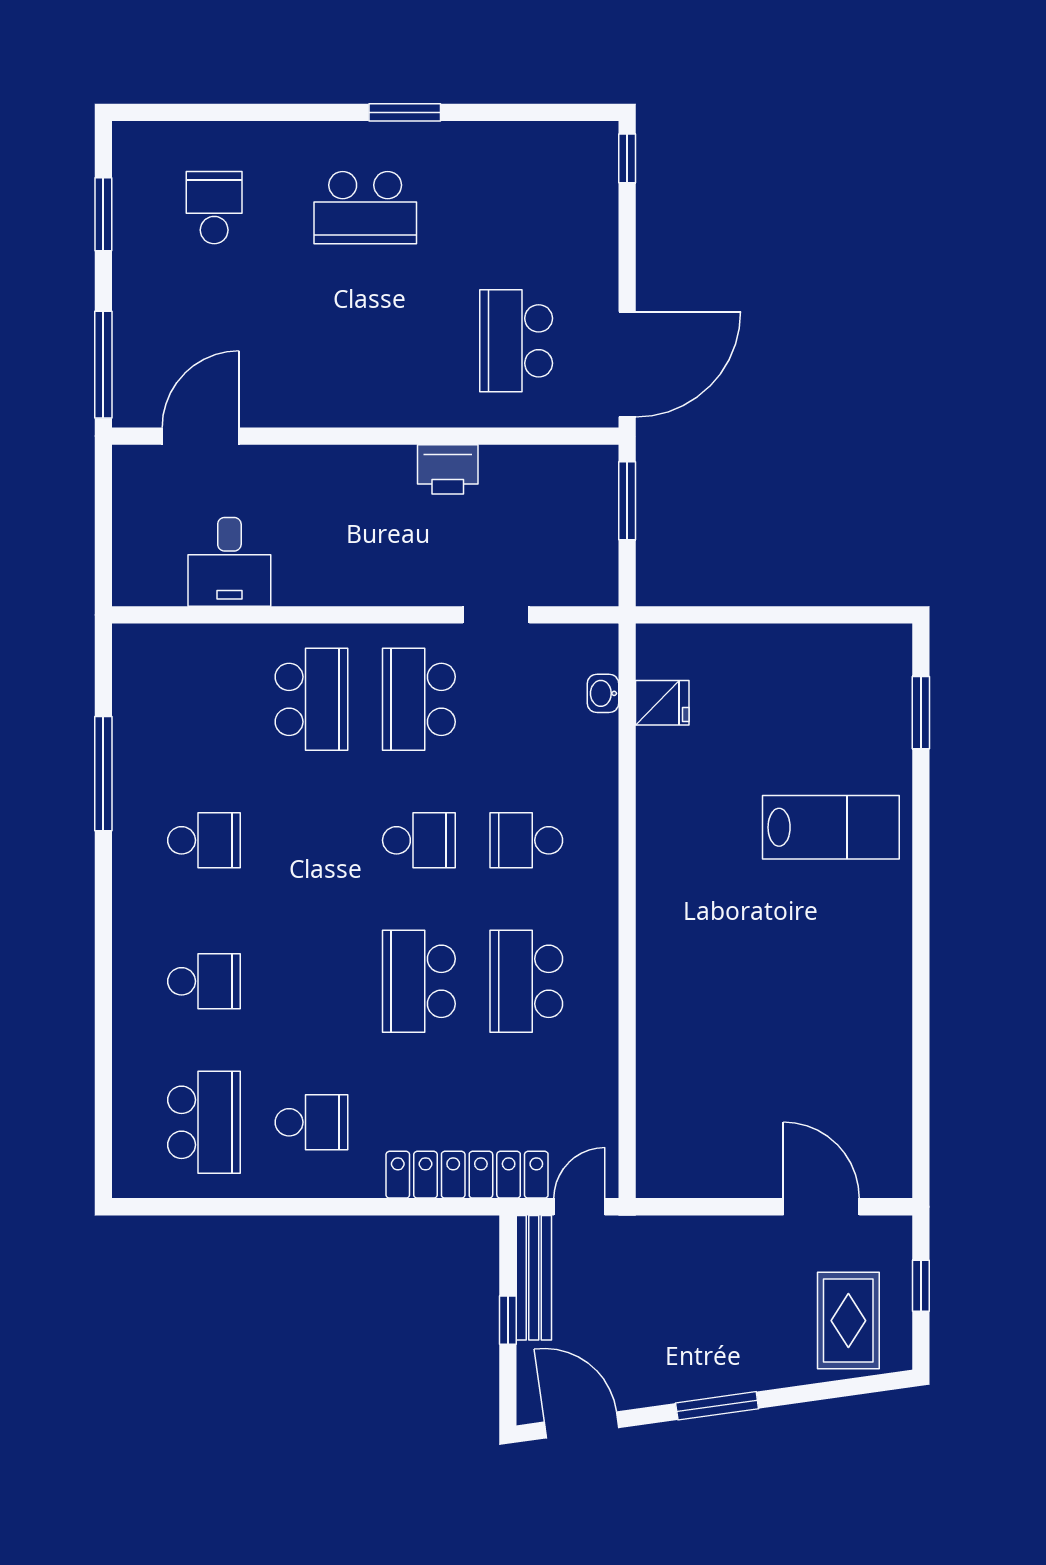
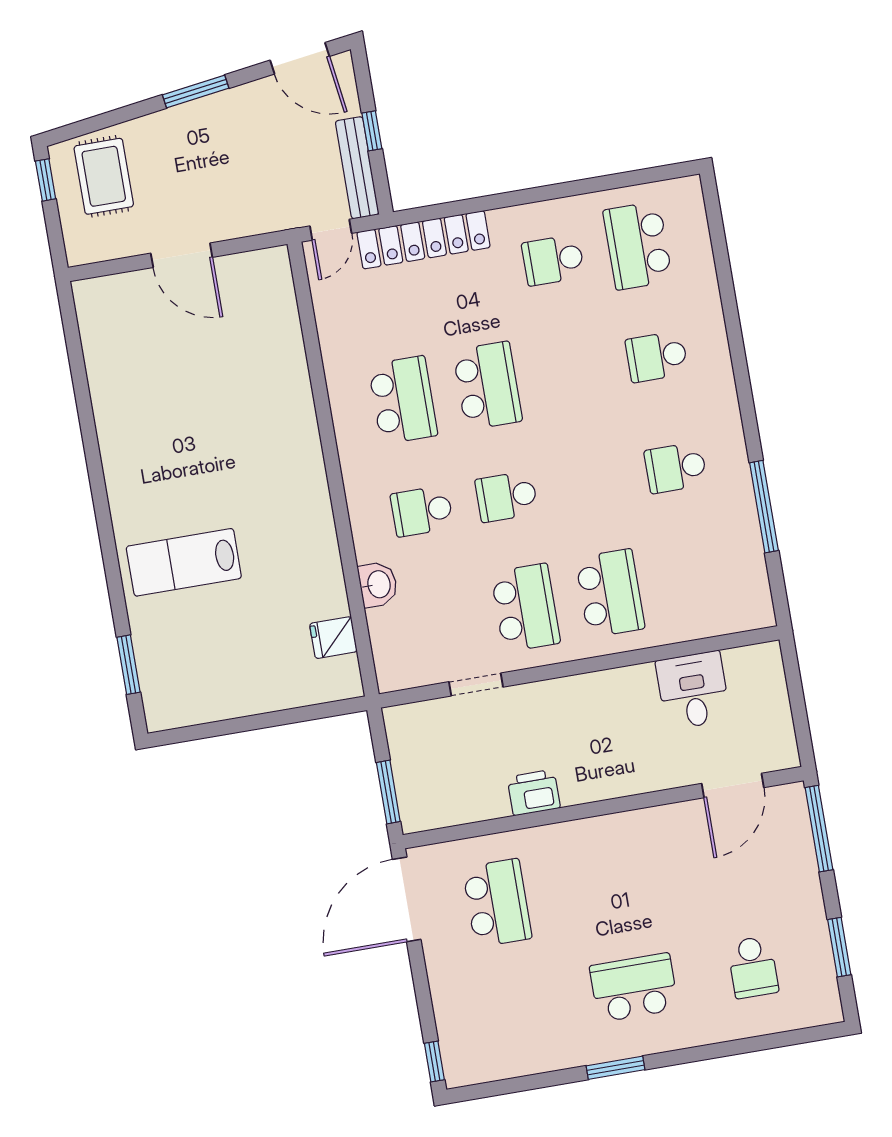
washbasin: (603, 693) -> (378, 584), moved, width x1.38, depth x1.45
school desk: (311, 699) -> (610, 593), turned 180
school desk: (526, 840) -> (422, 511), turned 180
door: (821, 1207) -> (182, 255), moved
window: (921, 1286) -> (46, 180), moved

